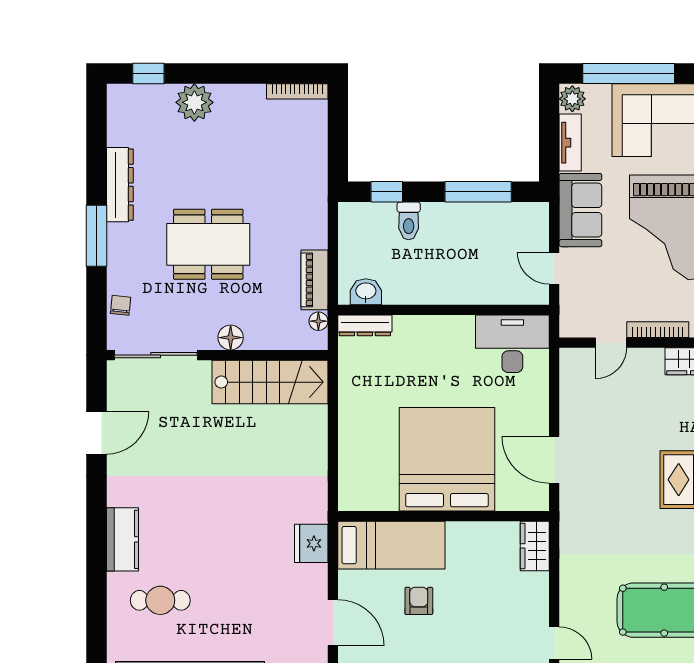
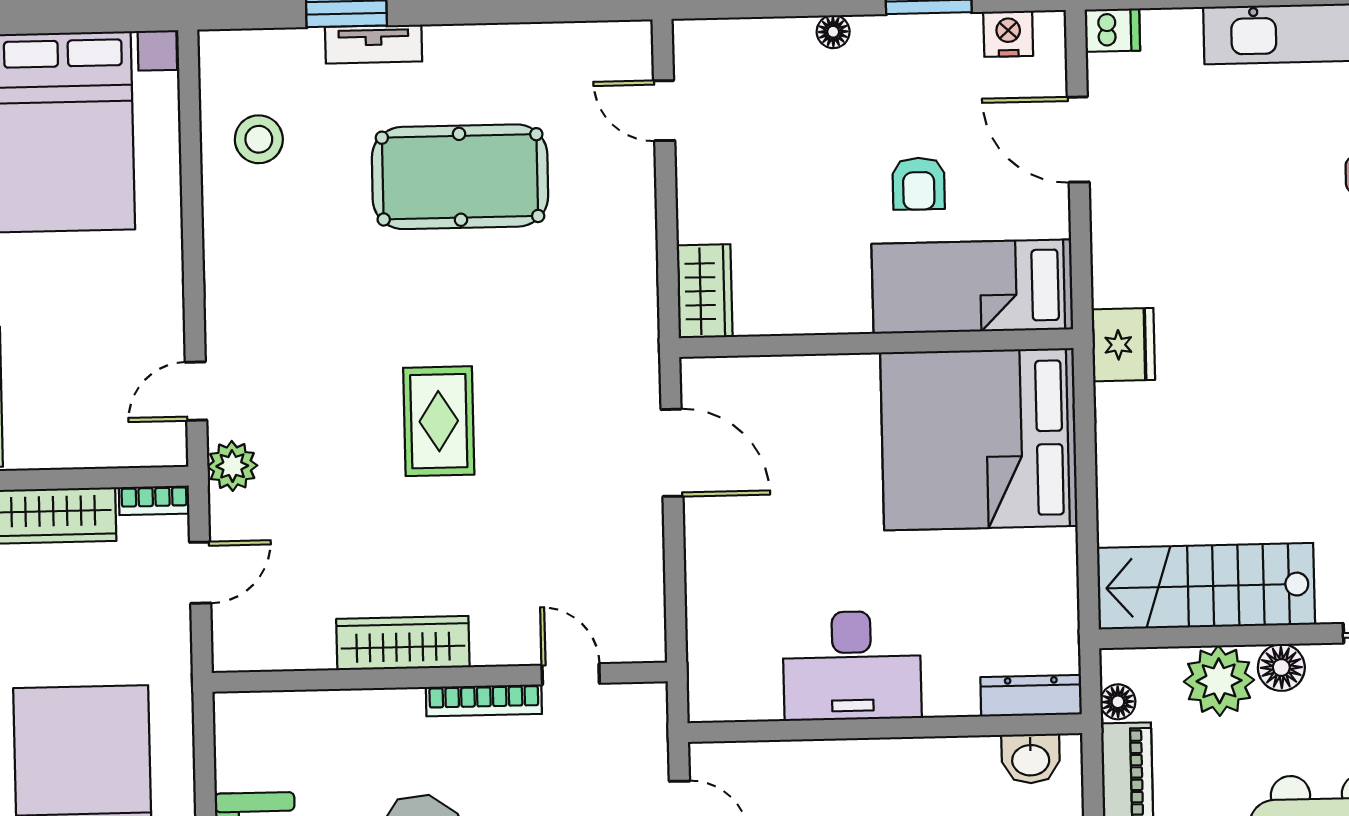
plant: (264, 331) -> (1219, 681), added
door: (611, 343) -> (571, 674), hinge flipped
desk: (512, 344) -> (852, 666), moved
bed: (447, 459) -> (979, 439), moved, turned 90
fridge: (311, 543) -> (1123, 345), moved

